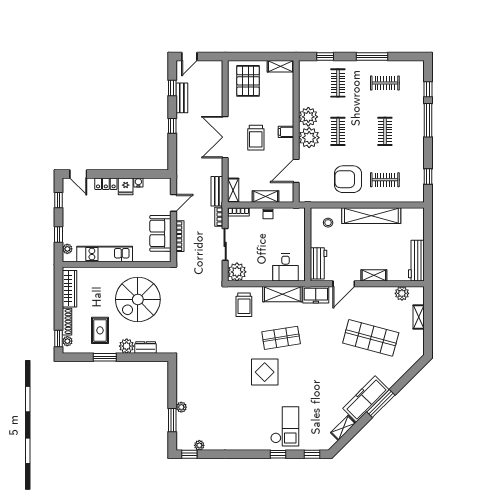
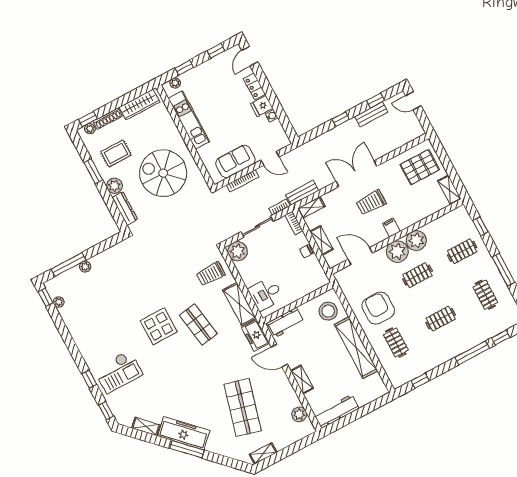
stool: (328, 223) -> (328, 311), width x1.89, depth x1.89
shelving: (419, 317) -> (263, 453), moved
dresser: (146, 348) -> (125, 208), width x1.44
window: (172, 420) -> (69, 264), width x1.44

